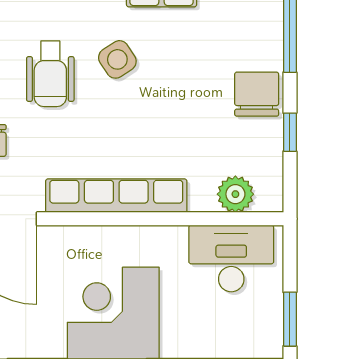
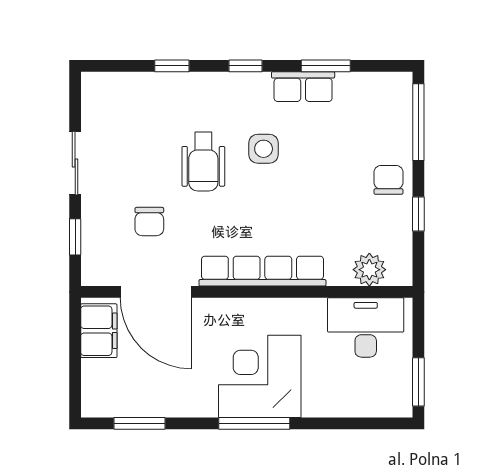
side table: (117, 59) -> (264, 149), turned 33
chair: (257, 94) -> (388, 180), width x0.73, depth x0.73

